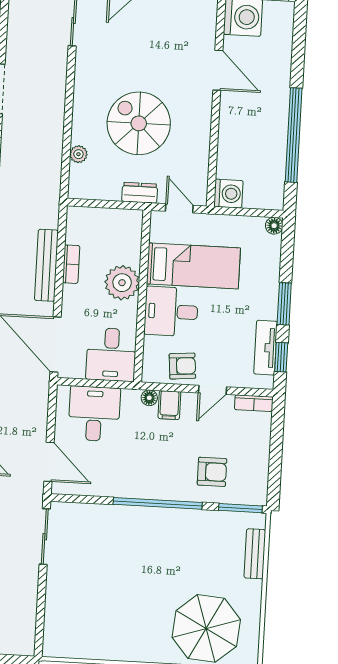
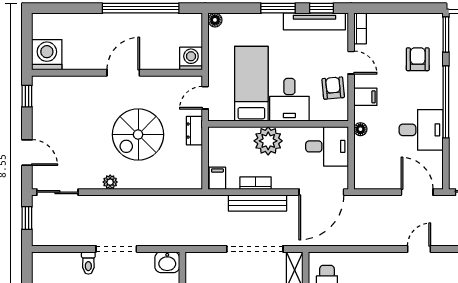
door: (218, 70) -> (123, 73), moved
plant: (78, 154) -> (110, 182), moved
filing cabinet: (80, 218) -> (217, 178), added
tv unit: (266, 348) -> (314, 21), width x1.41
floor lamp: (149, 398) -> (360, 129), moved
desk: (94, 414) -> (421, 130), moved, turned 180
door: (49, 462) -> (417, 192), hinge flipped

